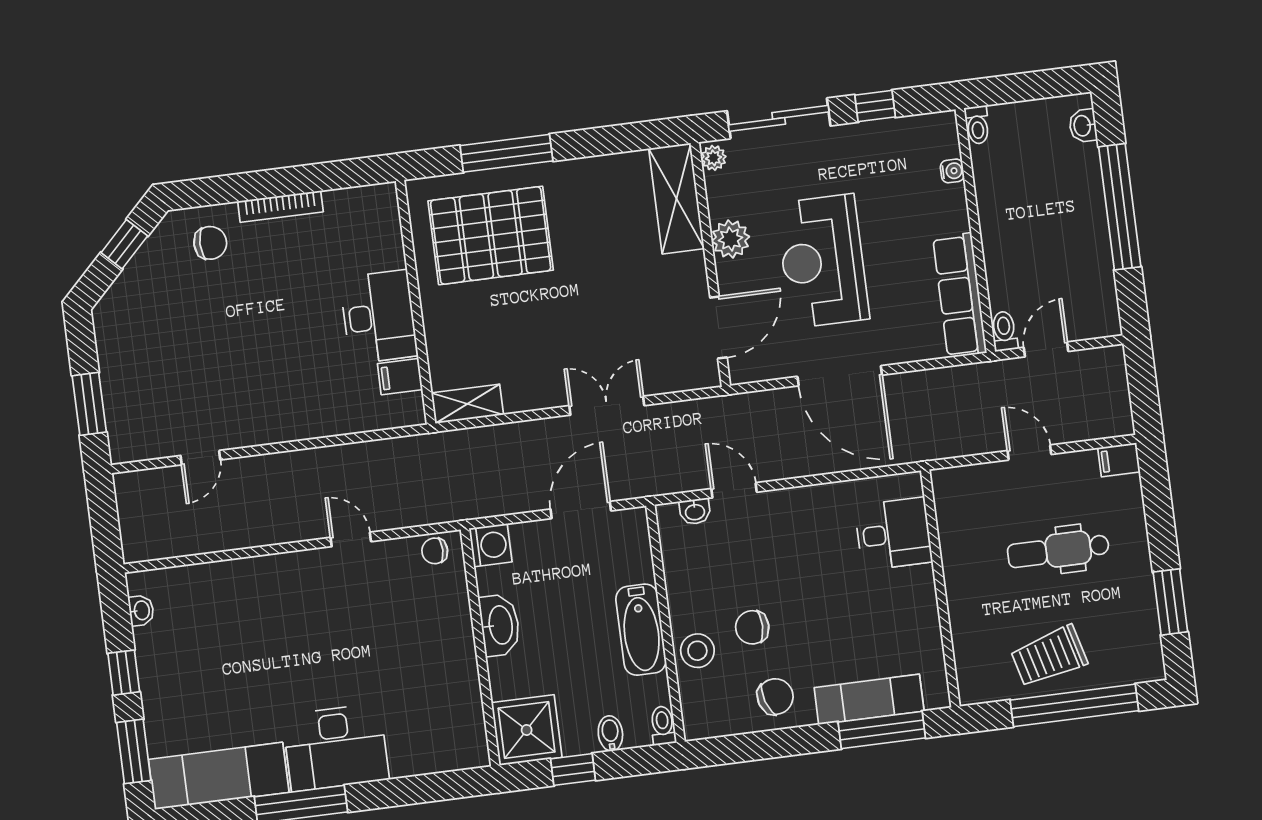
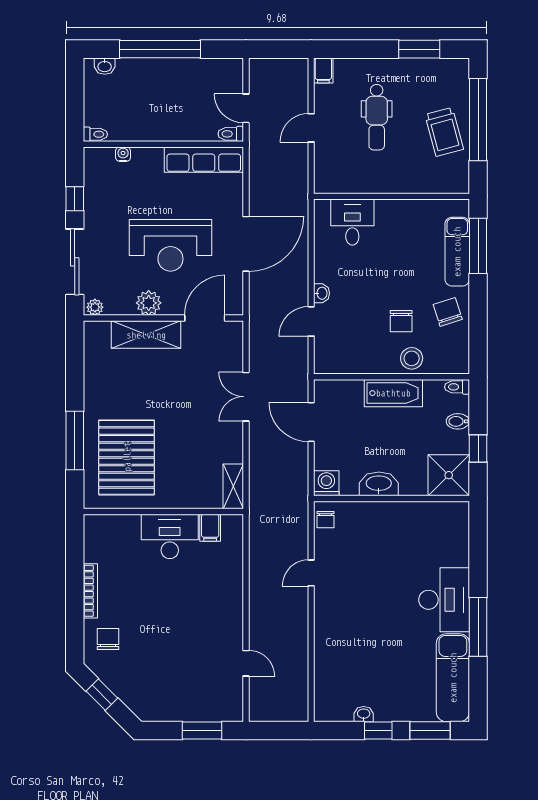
shelving: (676, 199) -> (146, 335), moved
door: (718, 328) -> (205, 318), hinge flipped
washbasin: (695, 511) -> (322, 293), moved
washbasin: (141, 610) -> (364, 714), moved

